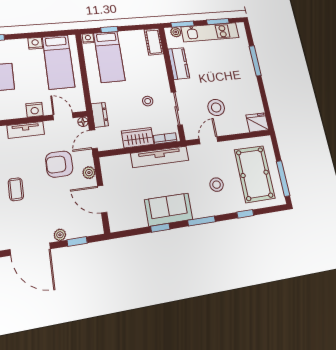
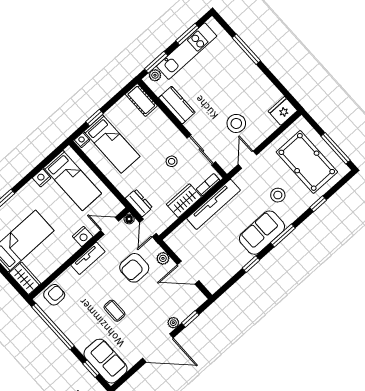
sofa: (169, 210) -> (262, 233), moved

